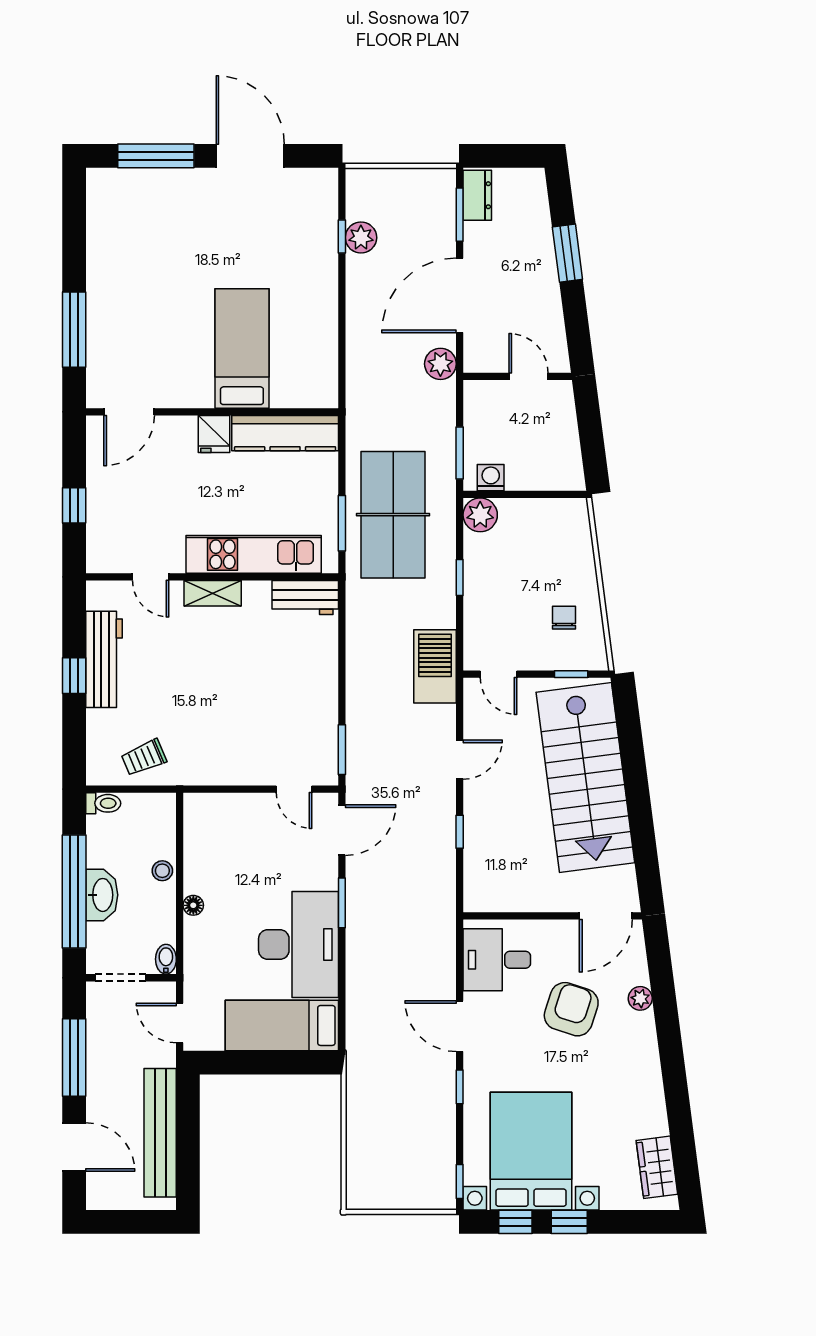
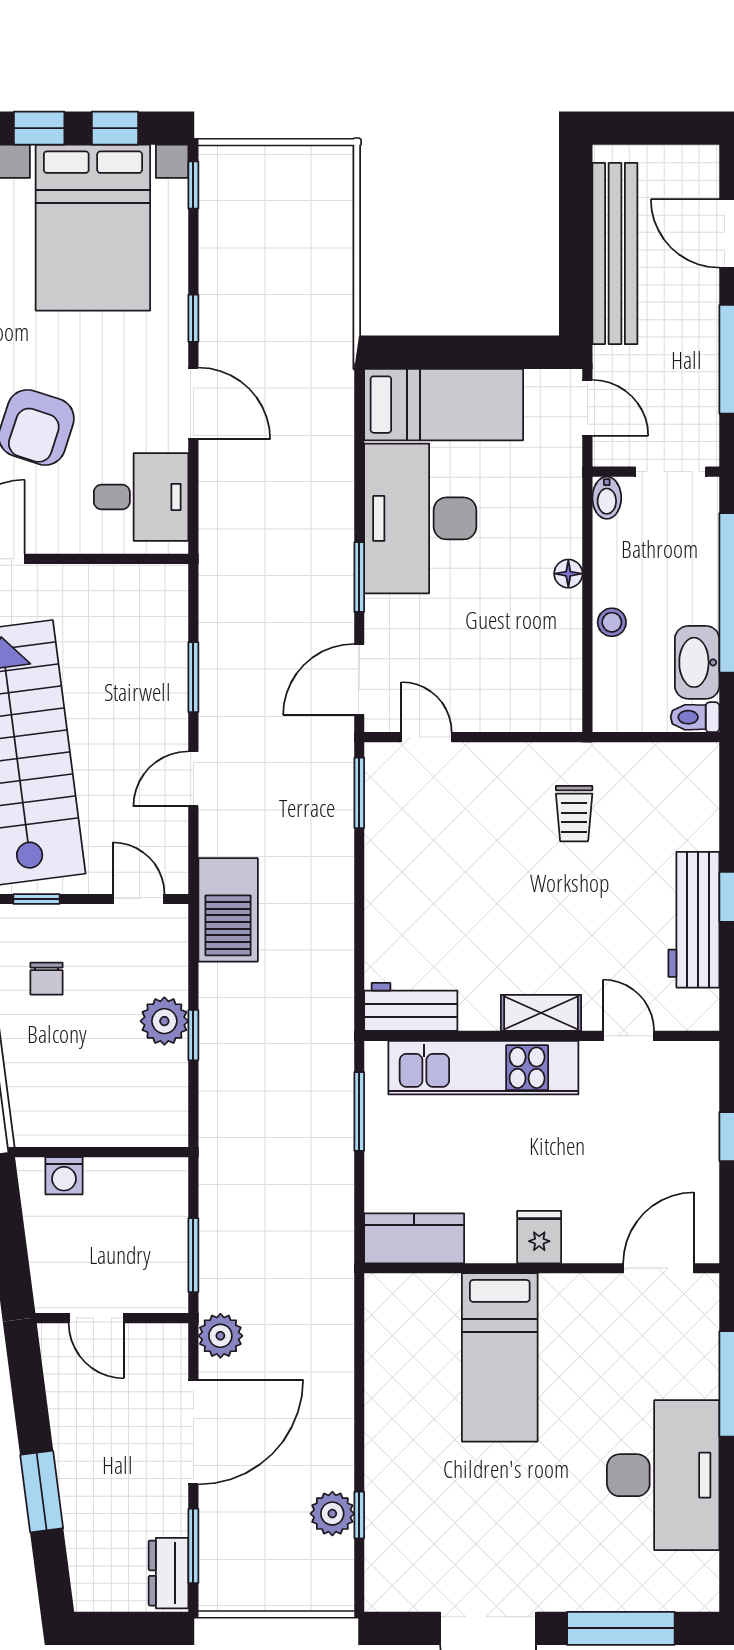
desk: (126, 265) -> (663, 1475), added
kitchen counter: (285, 433) -> (414, 1238), width x0.67
window: (460, 453) -> (193, 1255), moved
washing machine: (491, 478) -> (64, 1176), moved
table tennis table: (393, 515) -> (287, 1123), removed
plant: (480, 515) -> (164, 1021), moved
trolley: (144, 758) -> (574, 814), moved, turned 113
window: (460, 832) -> (193, 677), width x1.50
washbasin: (102, 895) -> (697, 662), moved

